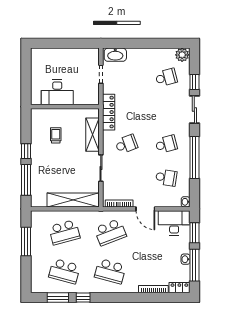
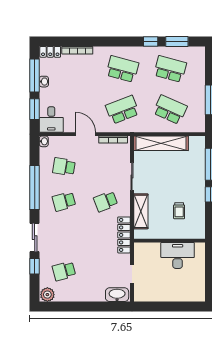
desk: (174, 223) -> (51, 119), width x0.73
school desk: (64, 232) -> (170, 110), turned 39

